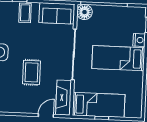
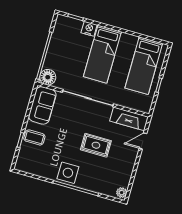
bed: (99, 105) -> (144, 66), moved, turned 180
door: (46, 115) -> (143, 141), hinge flipped

